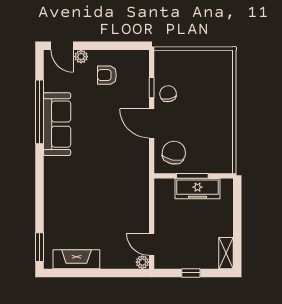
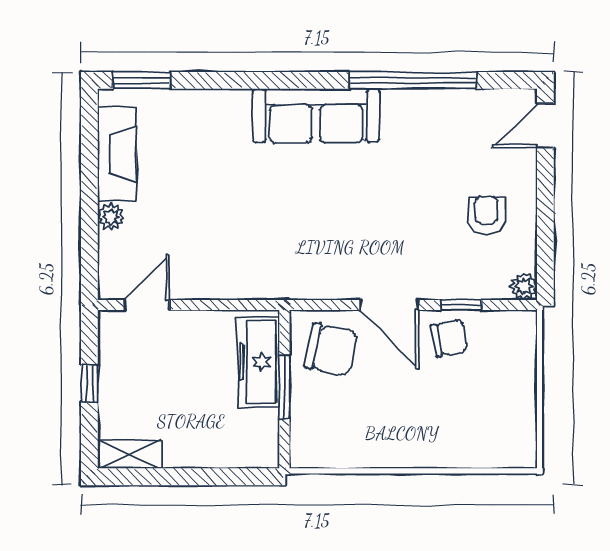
plant: (81, 57) -> (524, 286), moved
door: (152, 123) -> (389, 305), swing flipped
sofa: (57, 124) -> (316, 116), moved
freezer: (198, 189) -> (259, 362), moved
plant: (142, 262) -> (111, 217), moved

